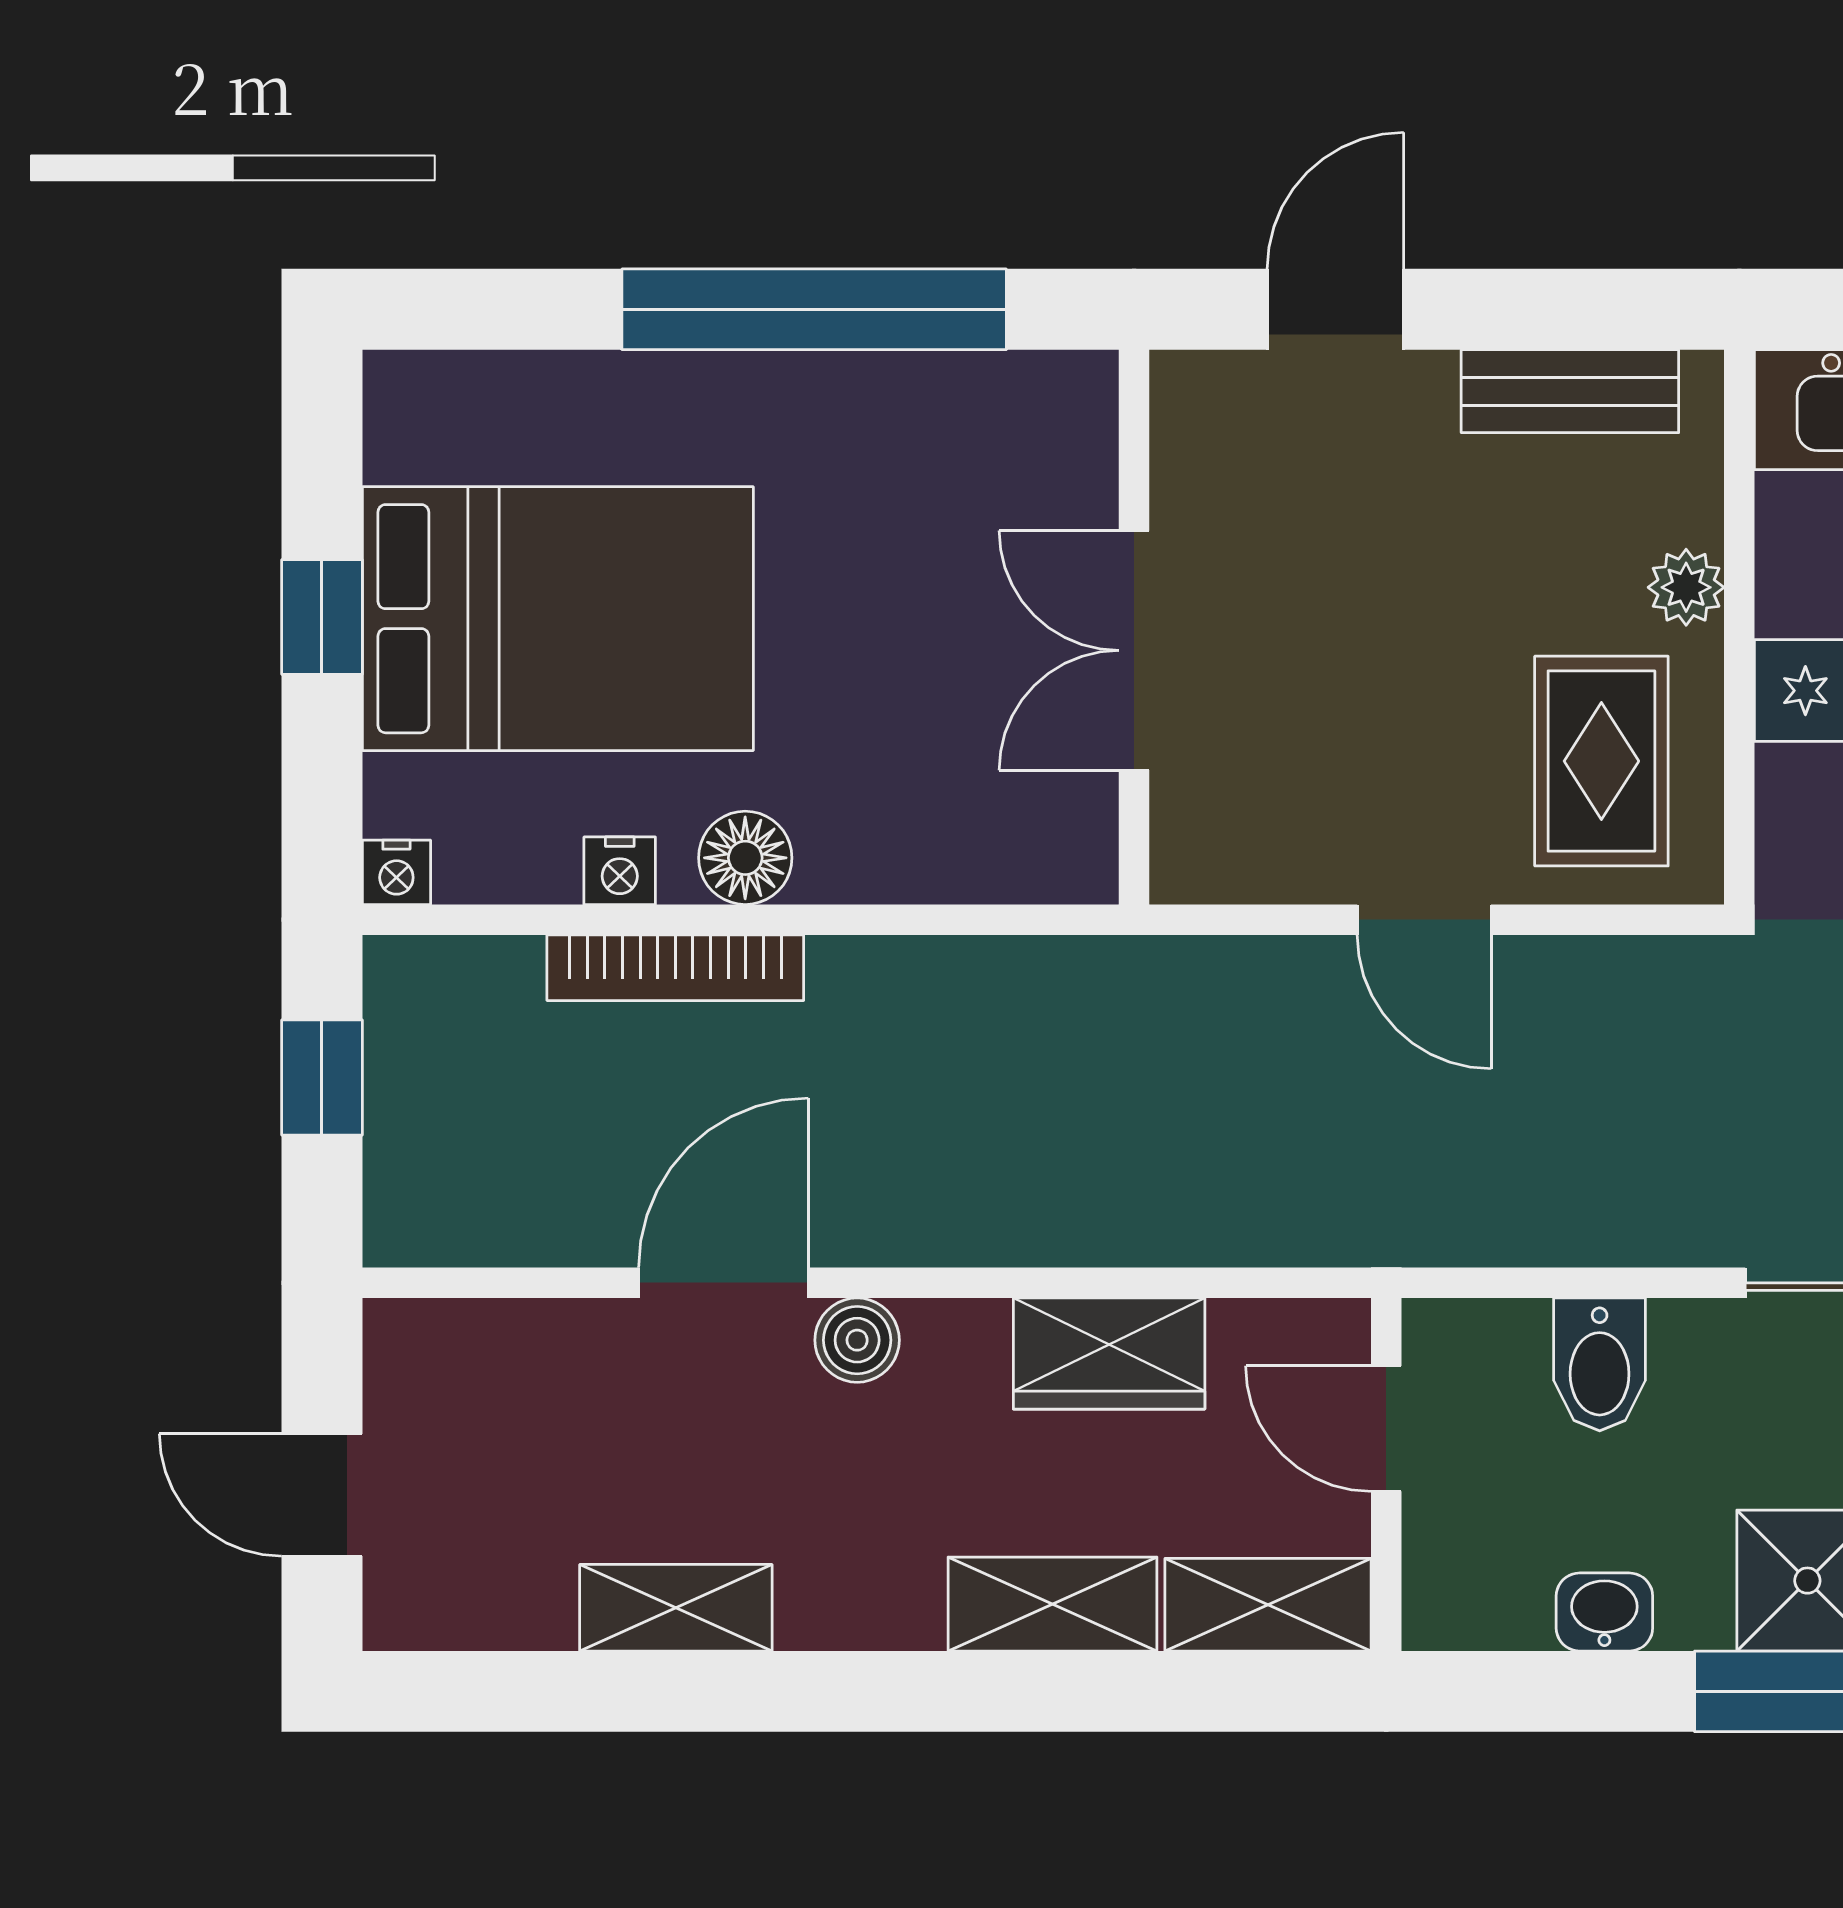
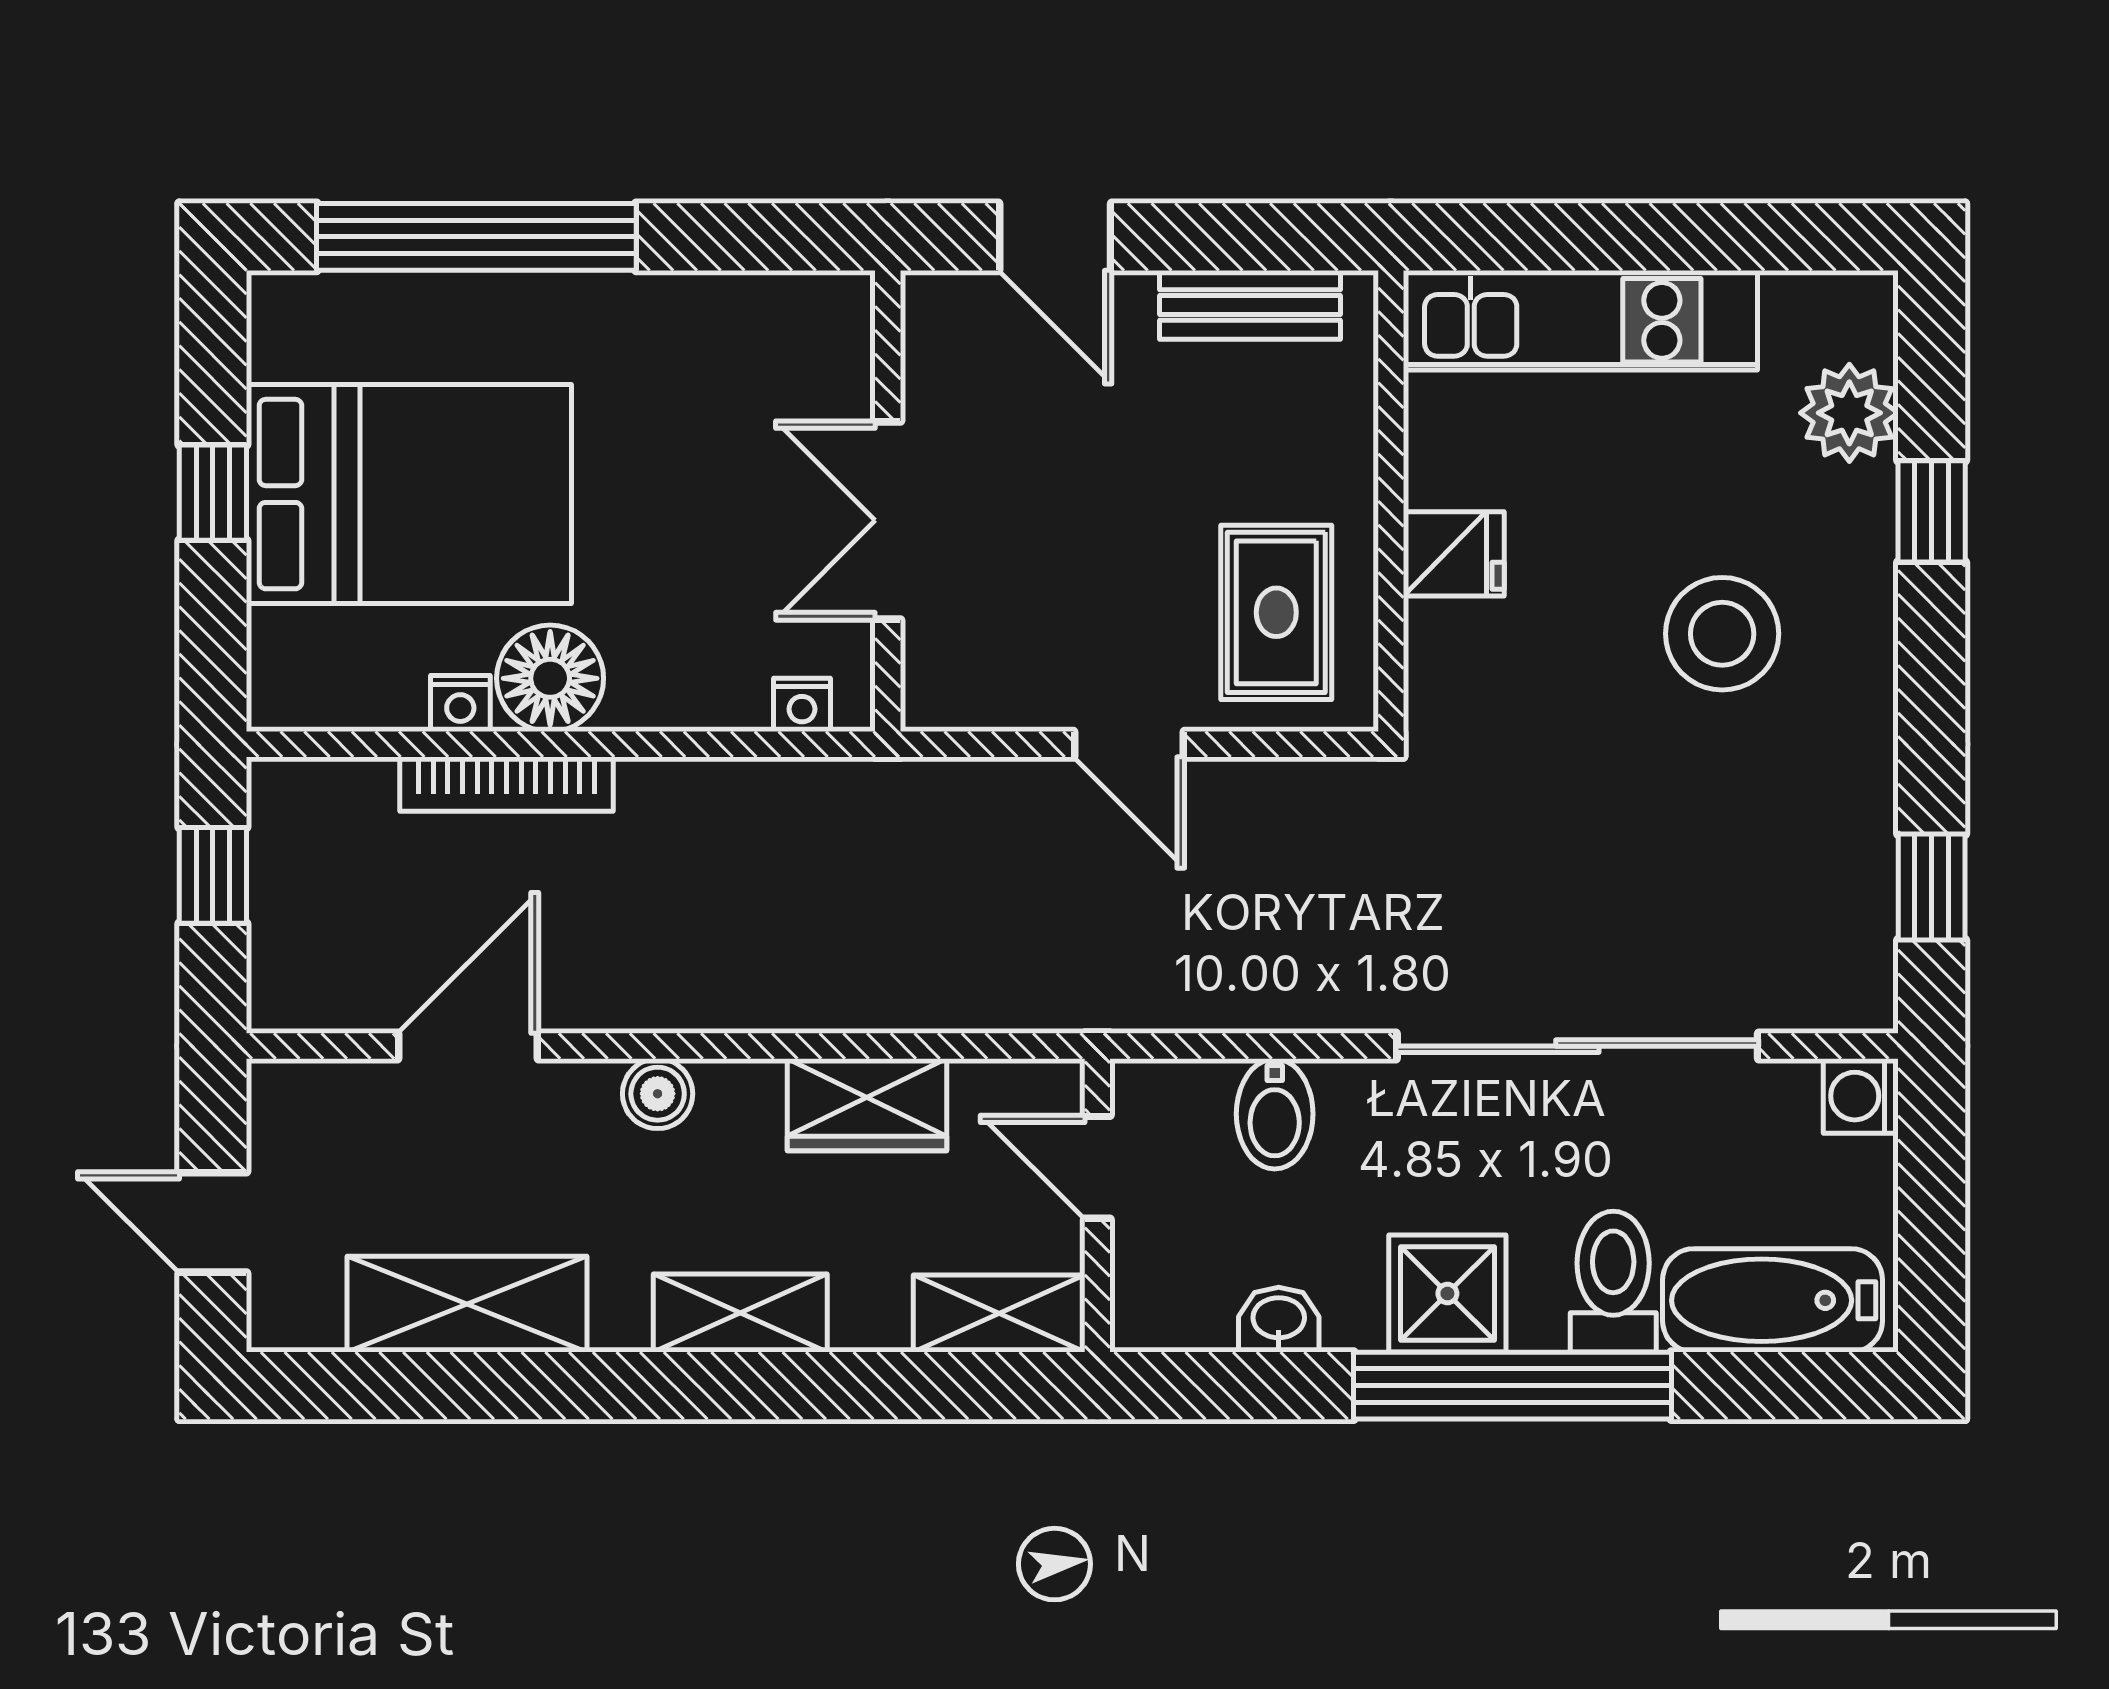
window: (814, 309) -> (476, 237), moved
door: (1335, 309) -> (1055, 237), swing flipped
plant: (1686, 587) -> (1347, 468), removed
floor lamp: (745, 858) -> (550, 678), width x1.38, depth x1.38
nightstand: (396, 872) -> (802, 705), moved
door: (723, 1283) -> (468, 1046), moved
shelving: (1052, 1604) -> (740, 1313), moved
shelving: (676, 1608) -> (467, 1304), width x1.50, depth x1.33

